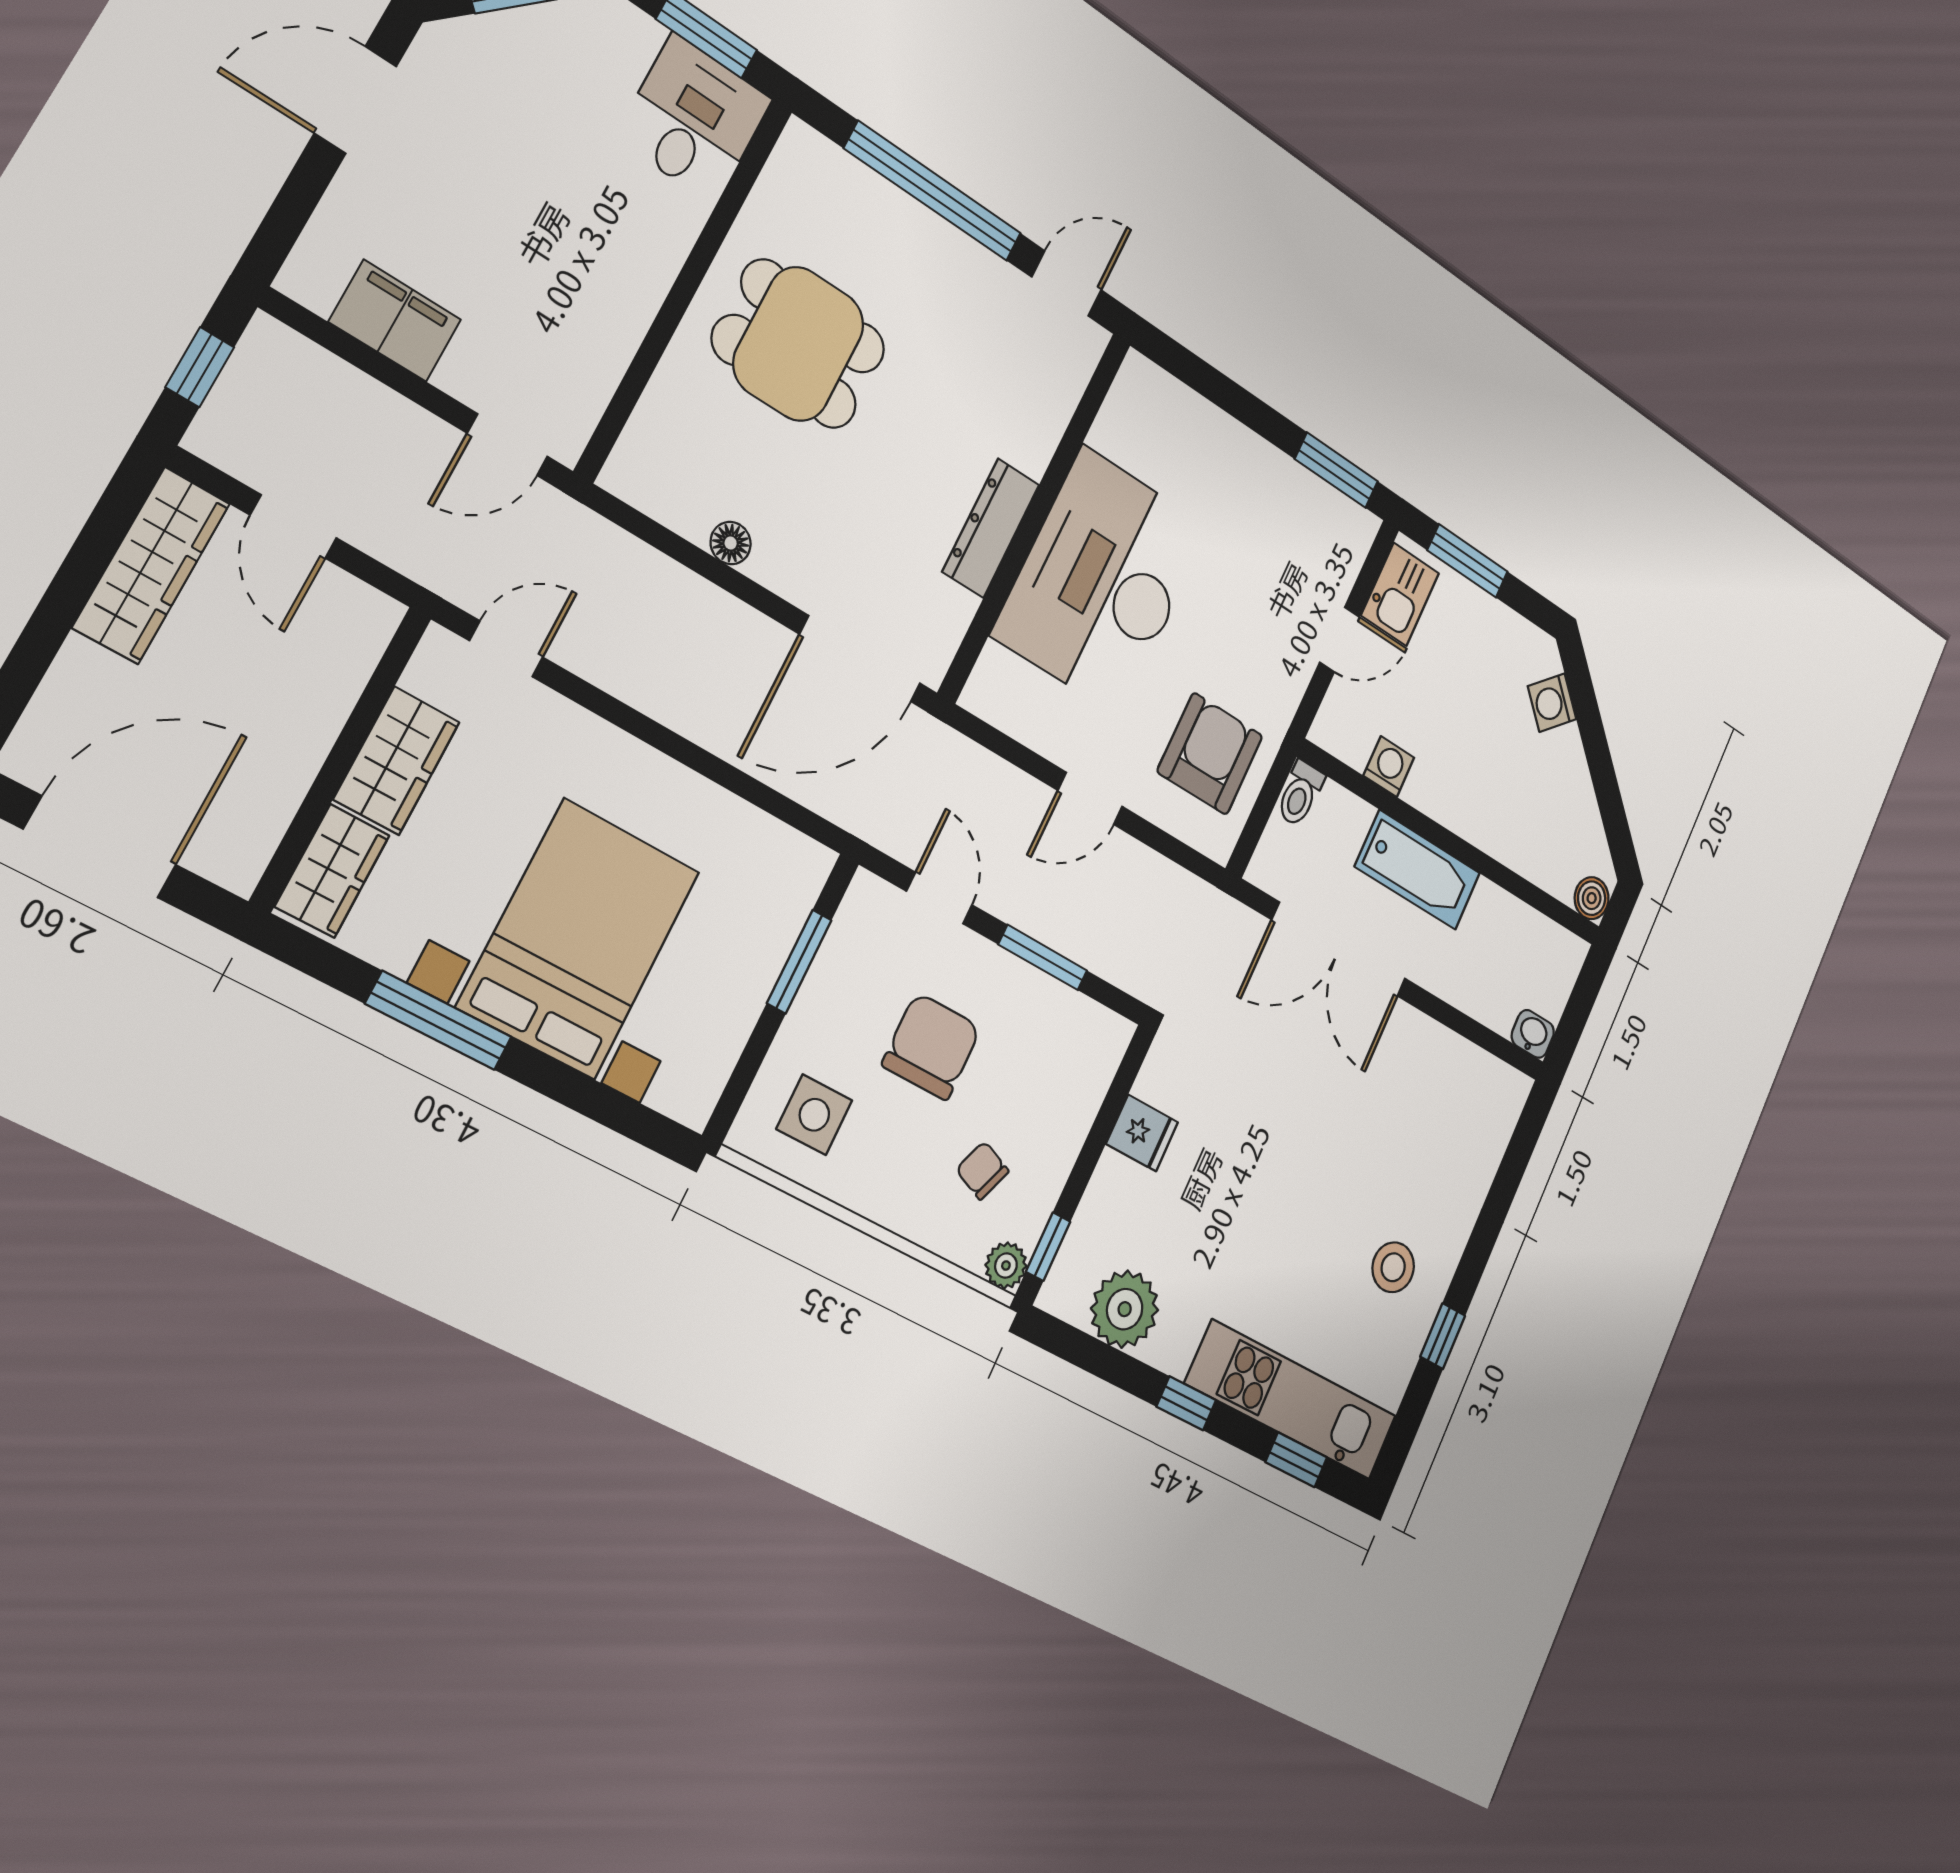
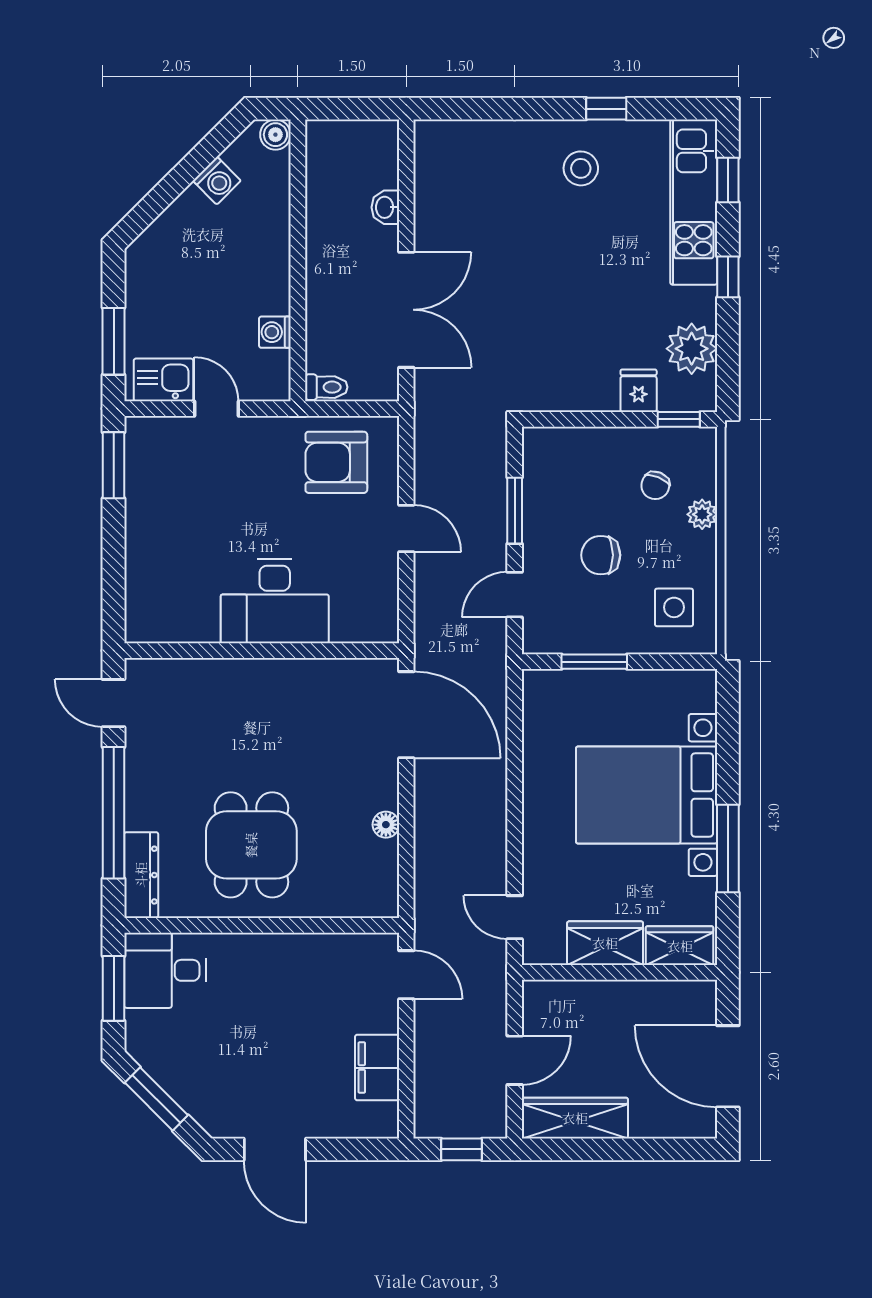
dresser: (991, 528) -> (141, 875), moved, turned -90
desk: (1102, 581) -> (275, 601), width x0.73, depth x0.77
washing machine: (1552, 703) -> (217, 181), moved
bathtub: (1418, 870) -> (328, 278), removed
washbasin: (1533, 1034) -> (385, 207), moved
chair: (932, 1046) -> (601, 555), width x0.73, depth x0.73
fridge: (1142, 1133) -> (639, 391), moved
plant: (1006, 1266) -> (702, 514), moved

